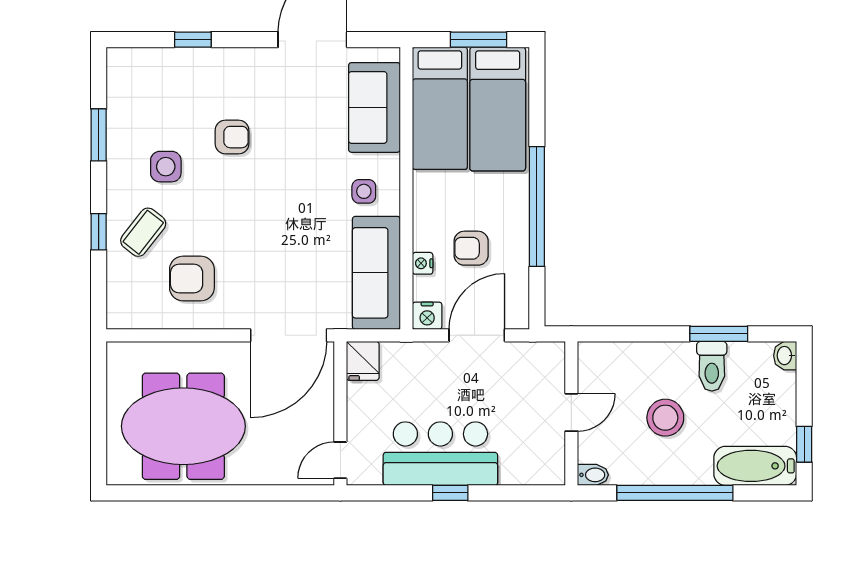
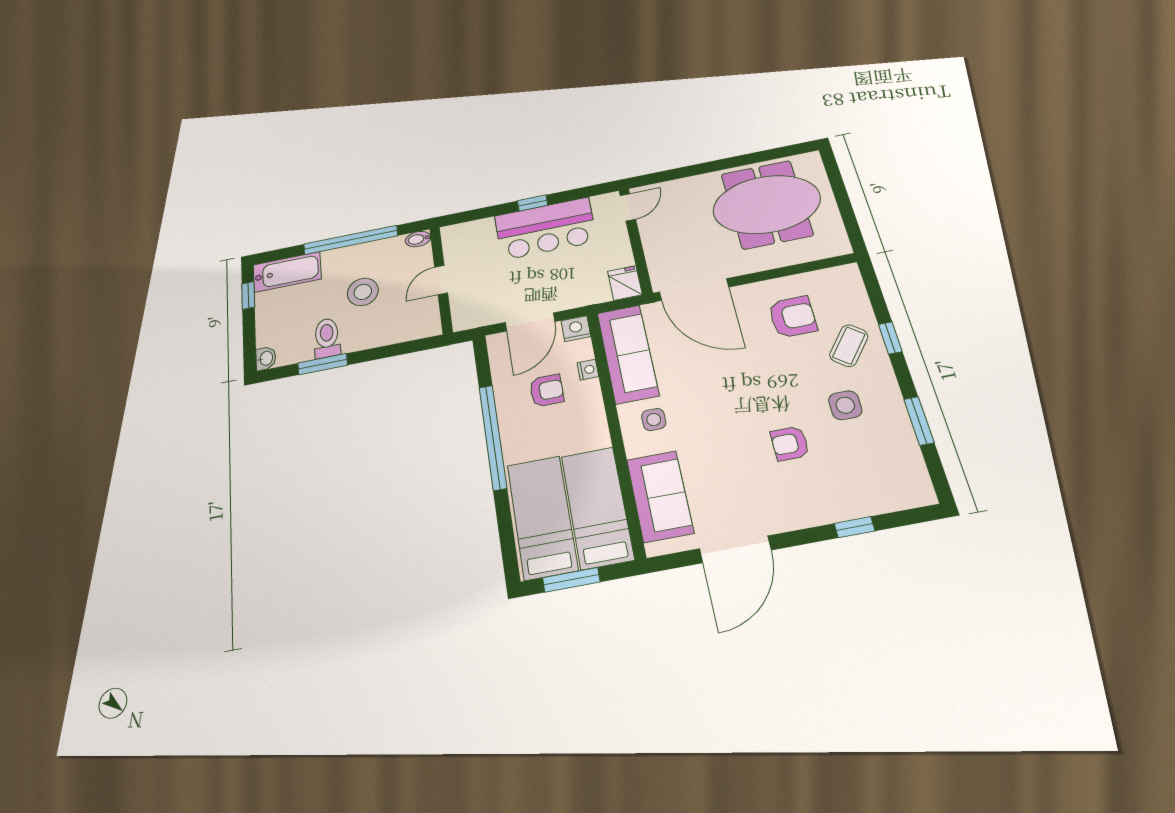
door: (289, 335) -> (694, 289), swing flipped

